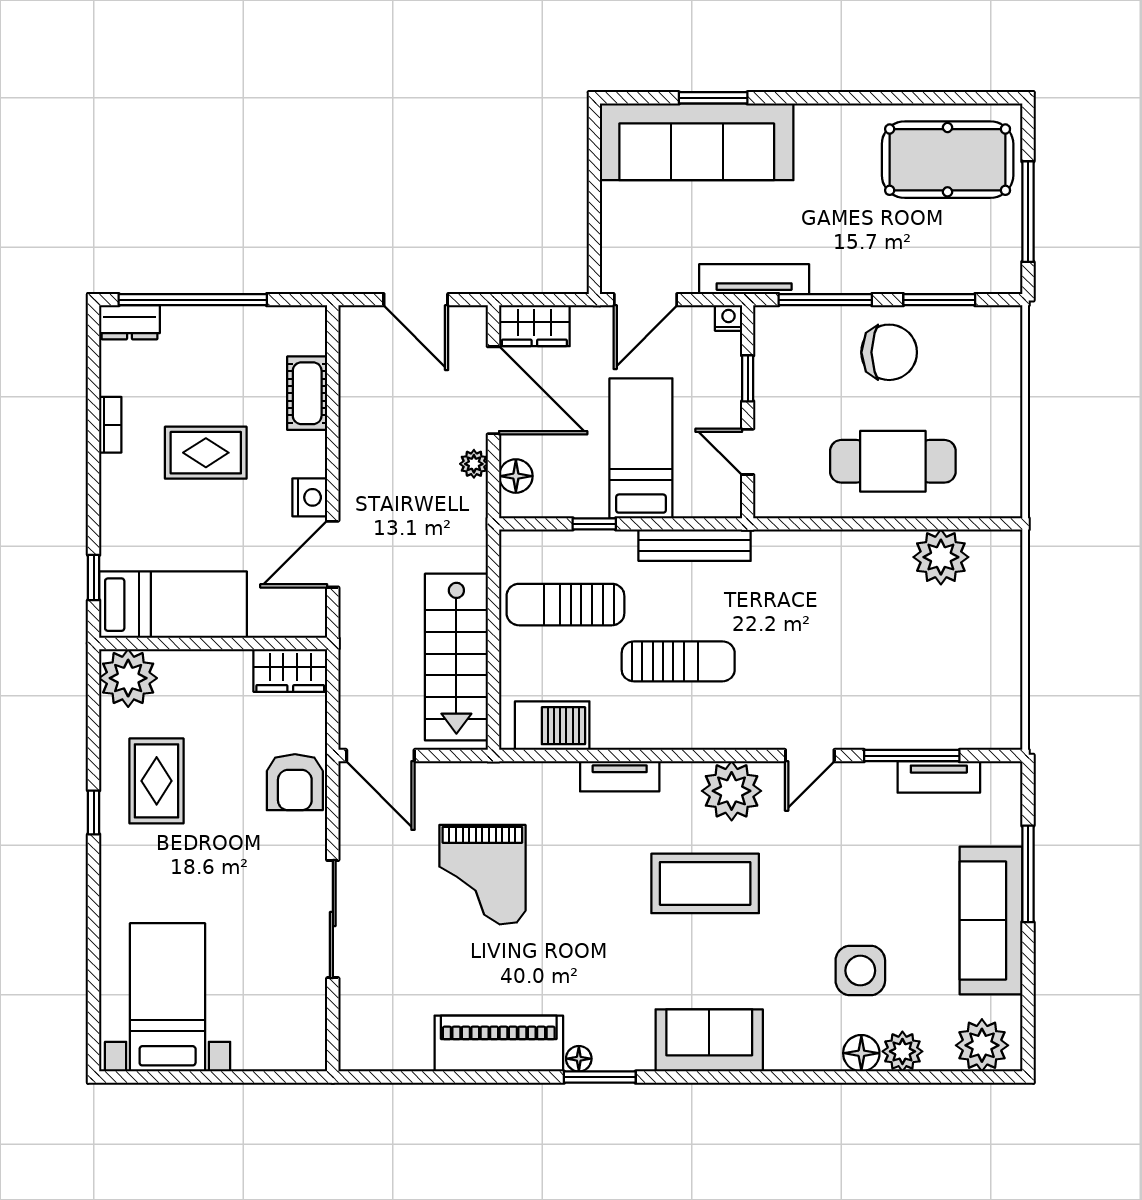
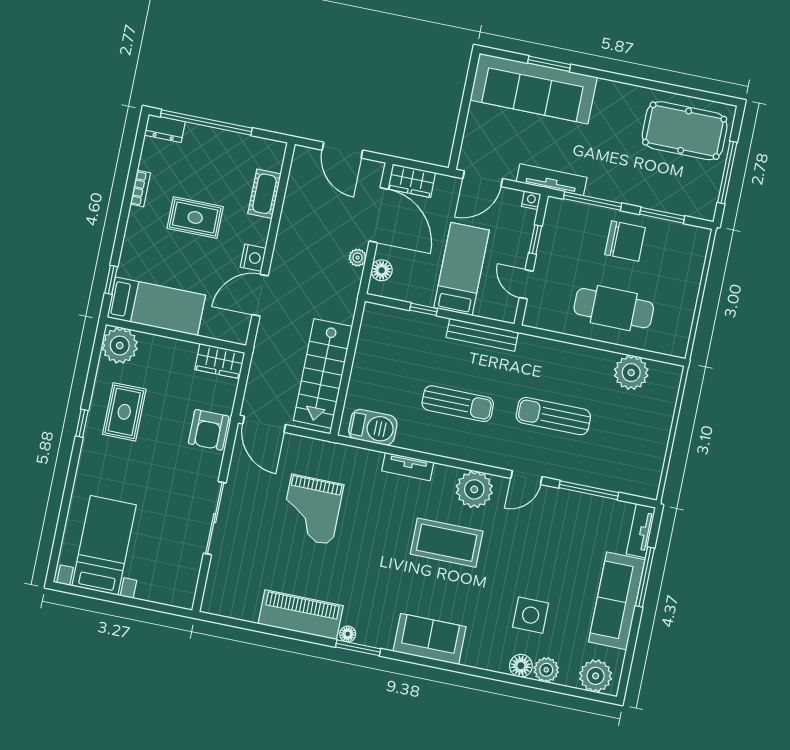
sun lounger: (565, 605) -> (553, 416), moved
tv unit: (939, 777) -> (641, 531), moved, turned 90

